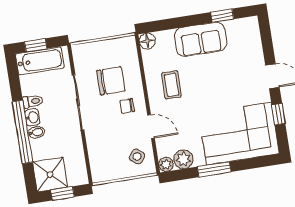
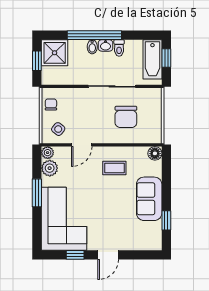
chair: (127, 106) -> (51, 104), moved

